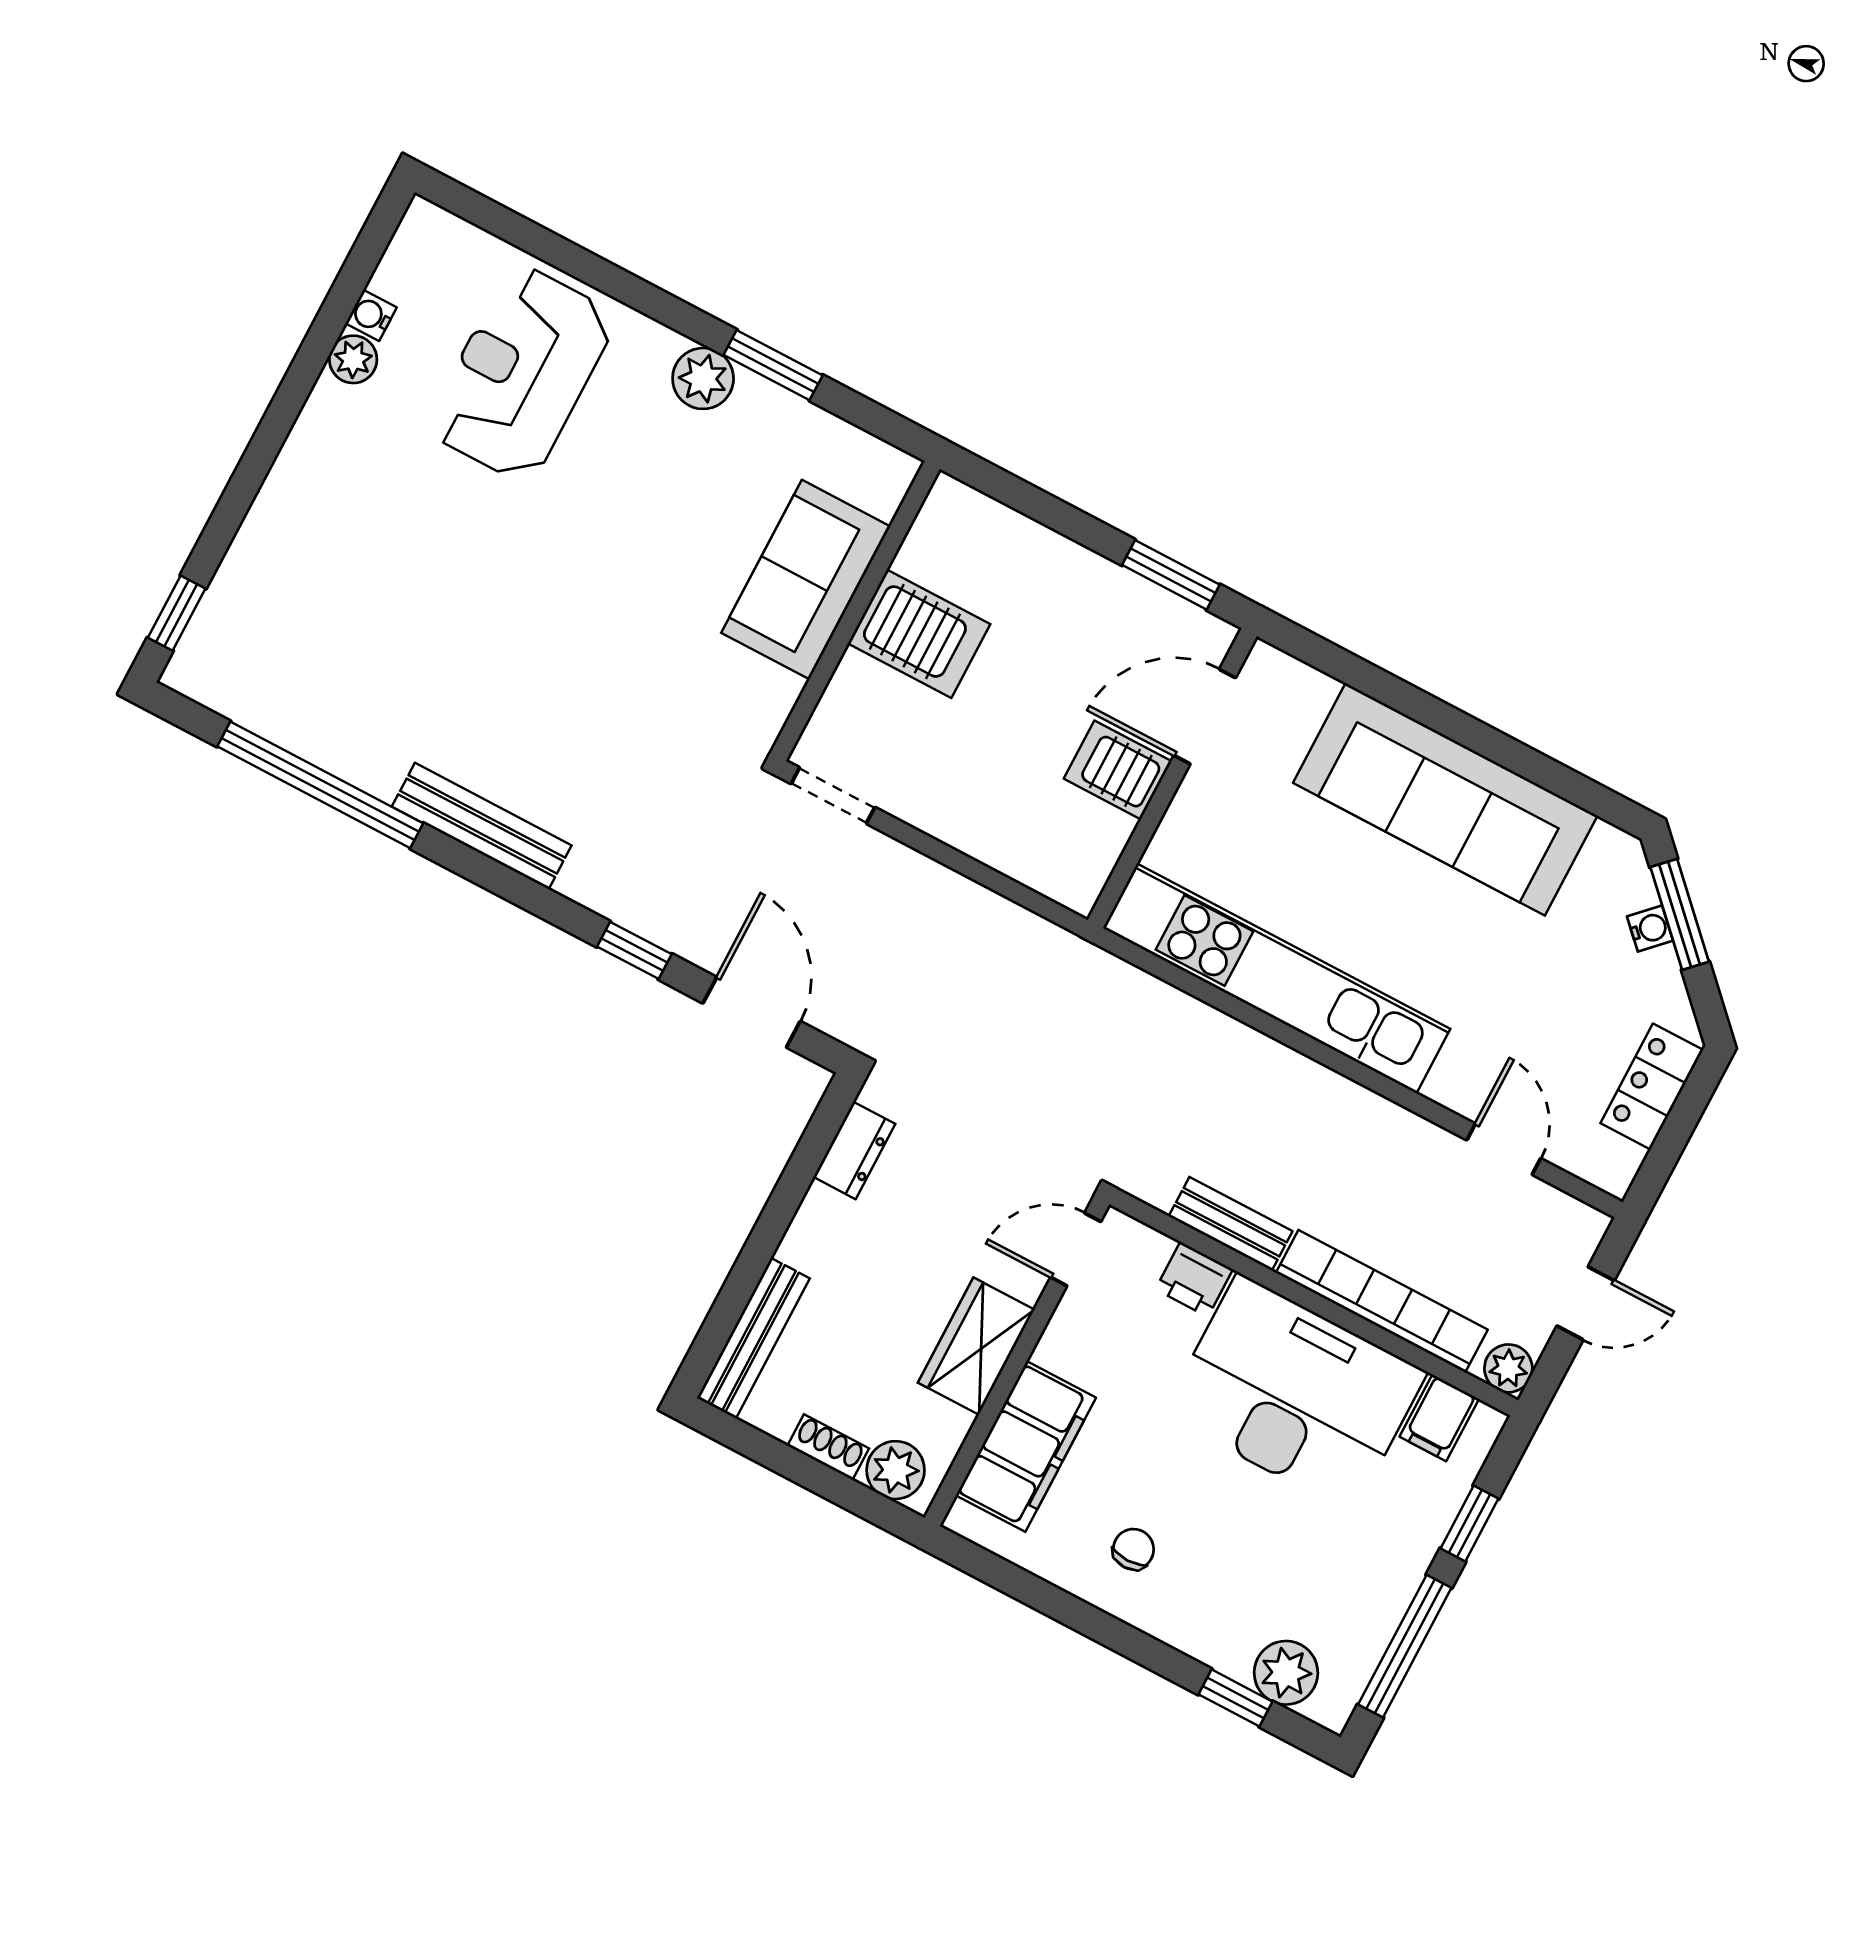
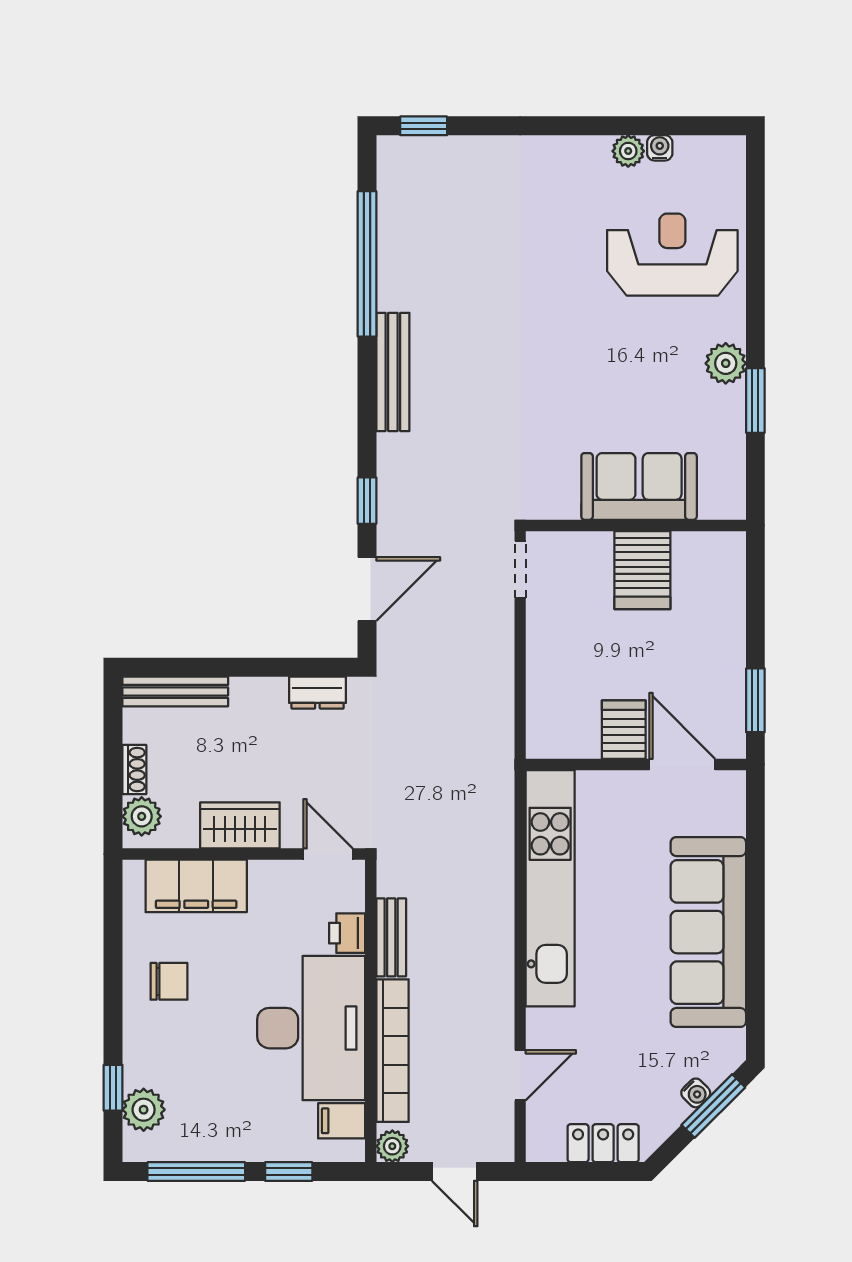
chair: (1133, 1549) -> (169, 981), width x1.37, depth x1.37

